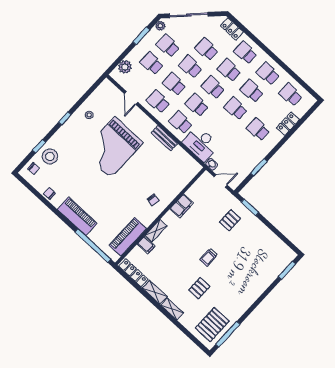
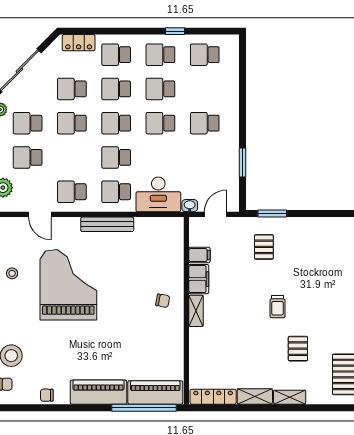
window: (286, 68) -> (175, 31), added
school desk: (174, 84) -> (72, 157), removed
locker: (288, 124) -> (231, 88), removed
bench: (164, 138) -> (107, 224), width x1.36
grand piano: (112, 147) -> (68, 285), turned 180
shelving: (156, 231) -> (196, 311), moved
piano: (128, 237) -> (155, 392), moved, turned 90
filing cabinet: (146, 245) -> (199, 255), moved

